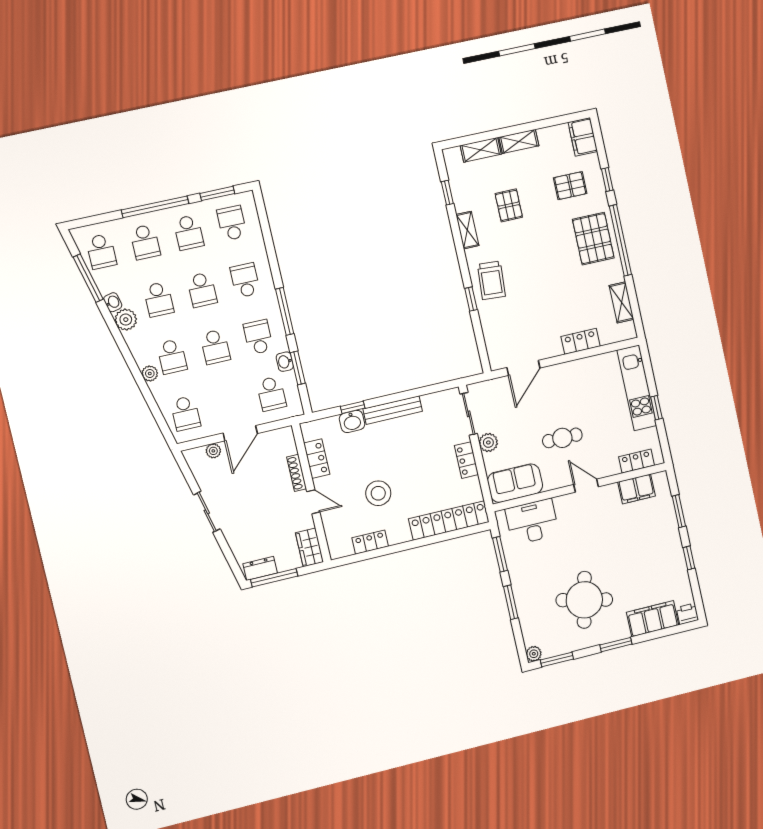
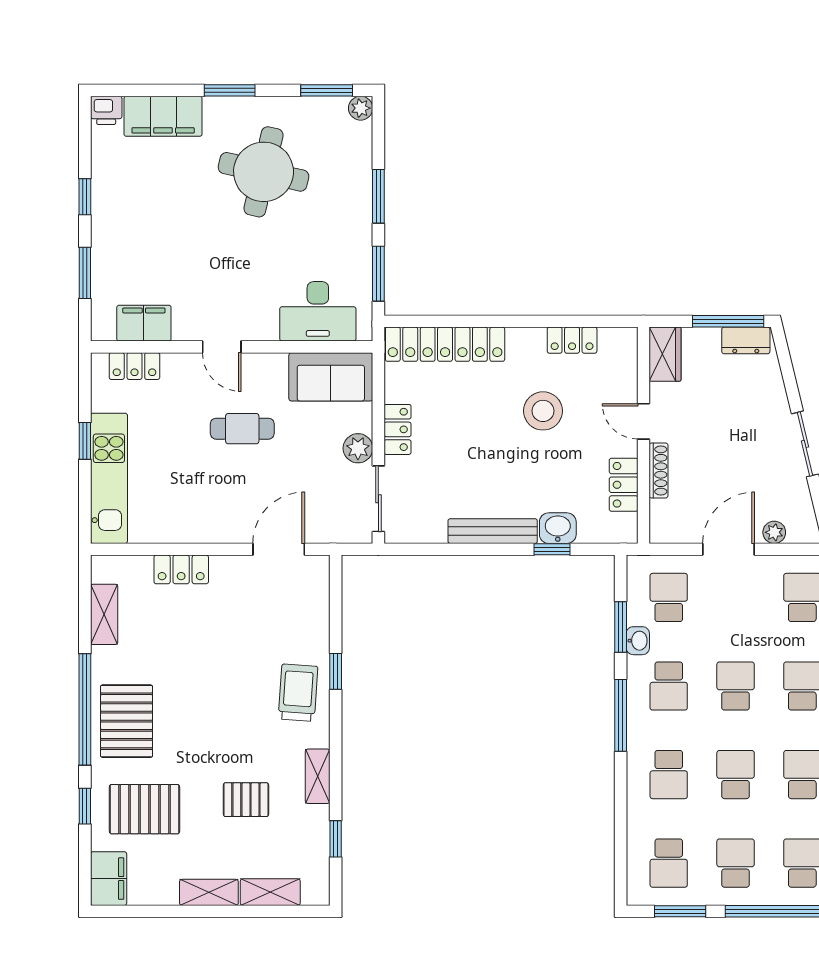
pallet: (570, 186) -> (144, 809), width x1.50, depth x1.42
pallet: (509, 205) -> (246, 800), turned 90

